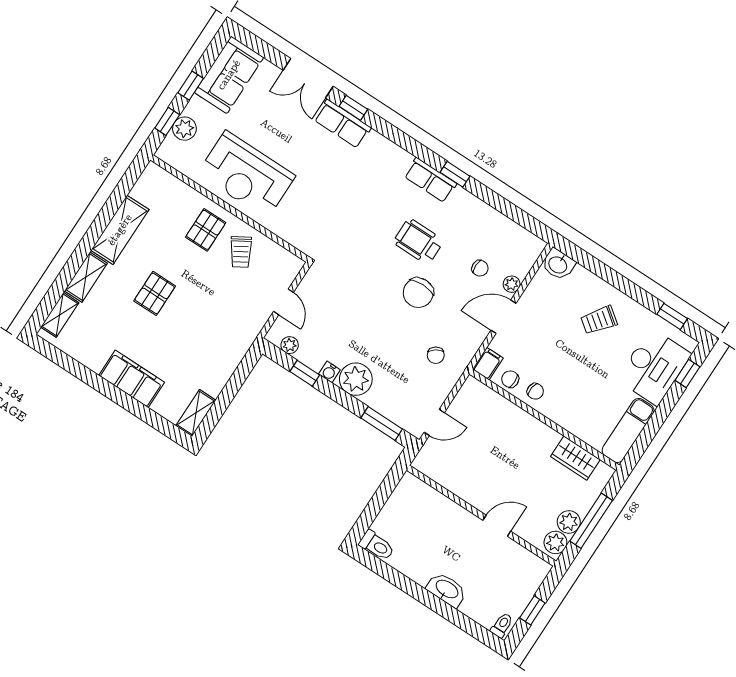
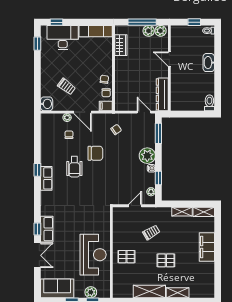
trolley: (241, 252) -> (151, 232), moved
shelving: (60, 315) -> (182, 212), moved
trolley: (599, 320) -> (67, 86), moved
dresser: (444, 474) -> (162, 94), added

